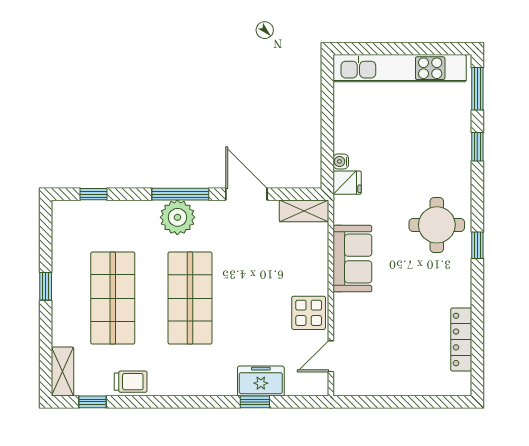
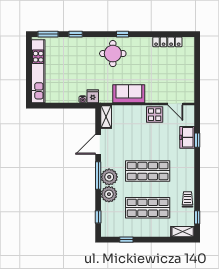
plant: (141, 217) -> (109, 194), added
window: (46, 286) -> (126, 240), moved

